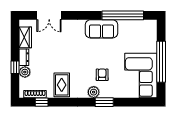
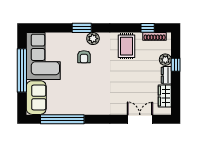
sofa: (101, 29) -> (36, 98), moved, turned 90

